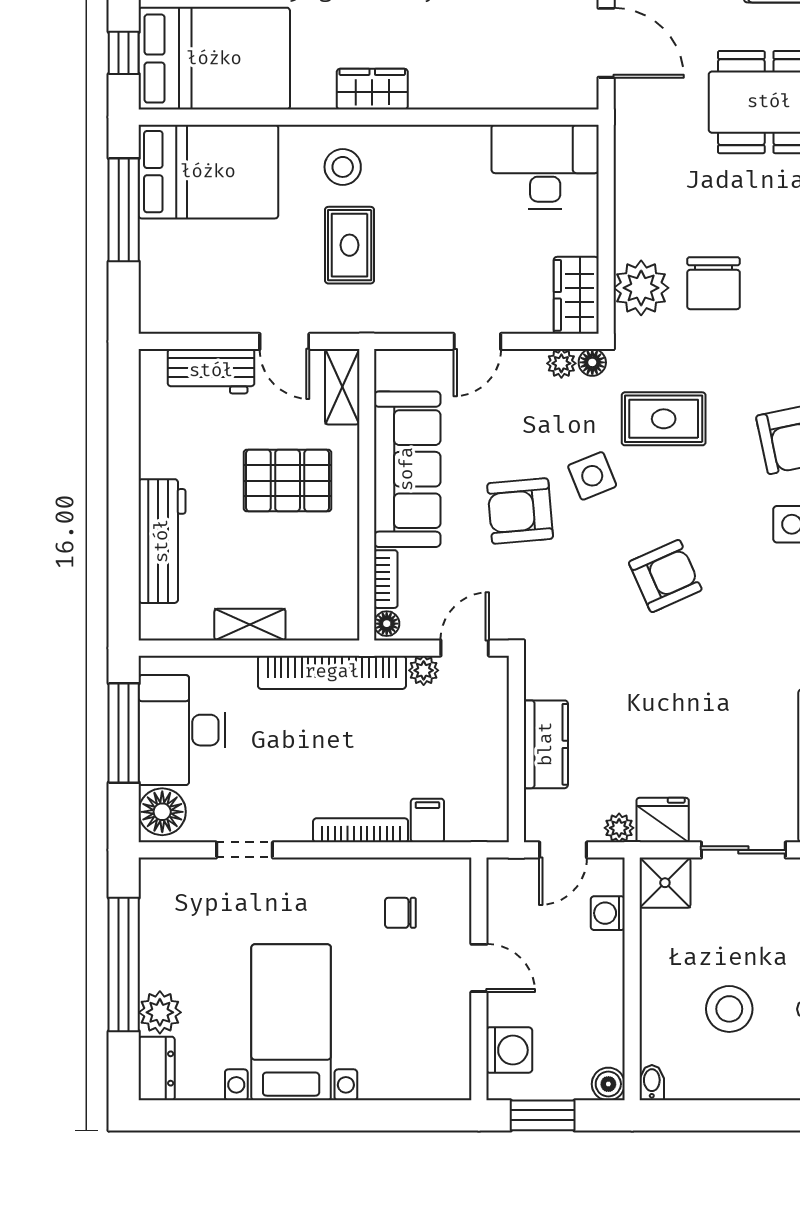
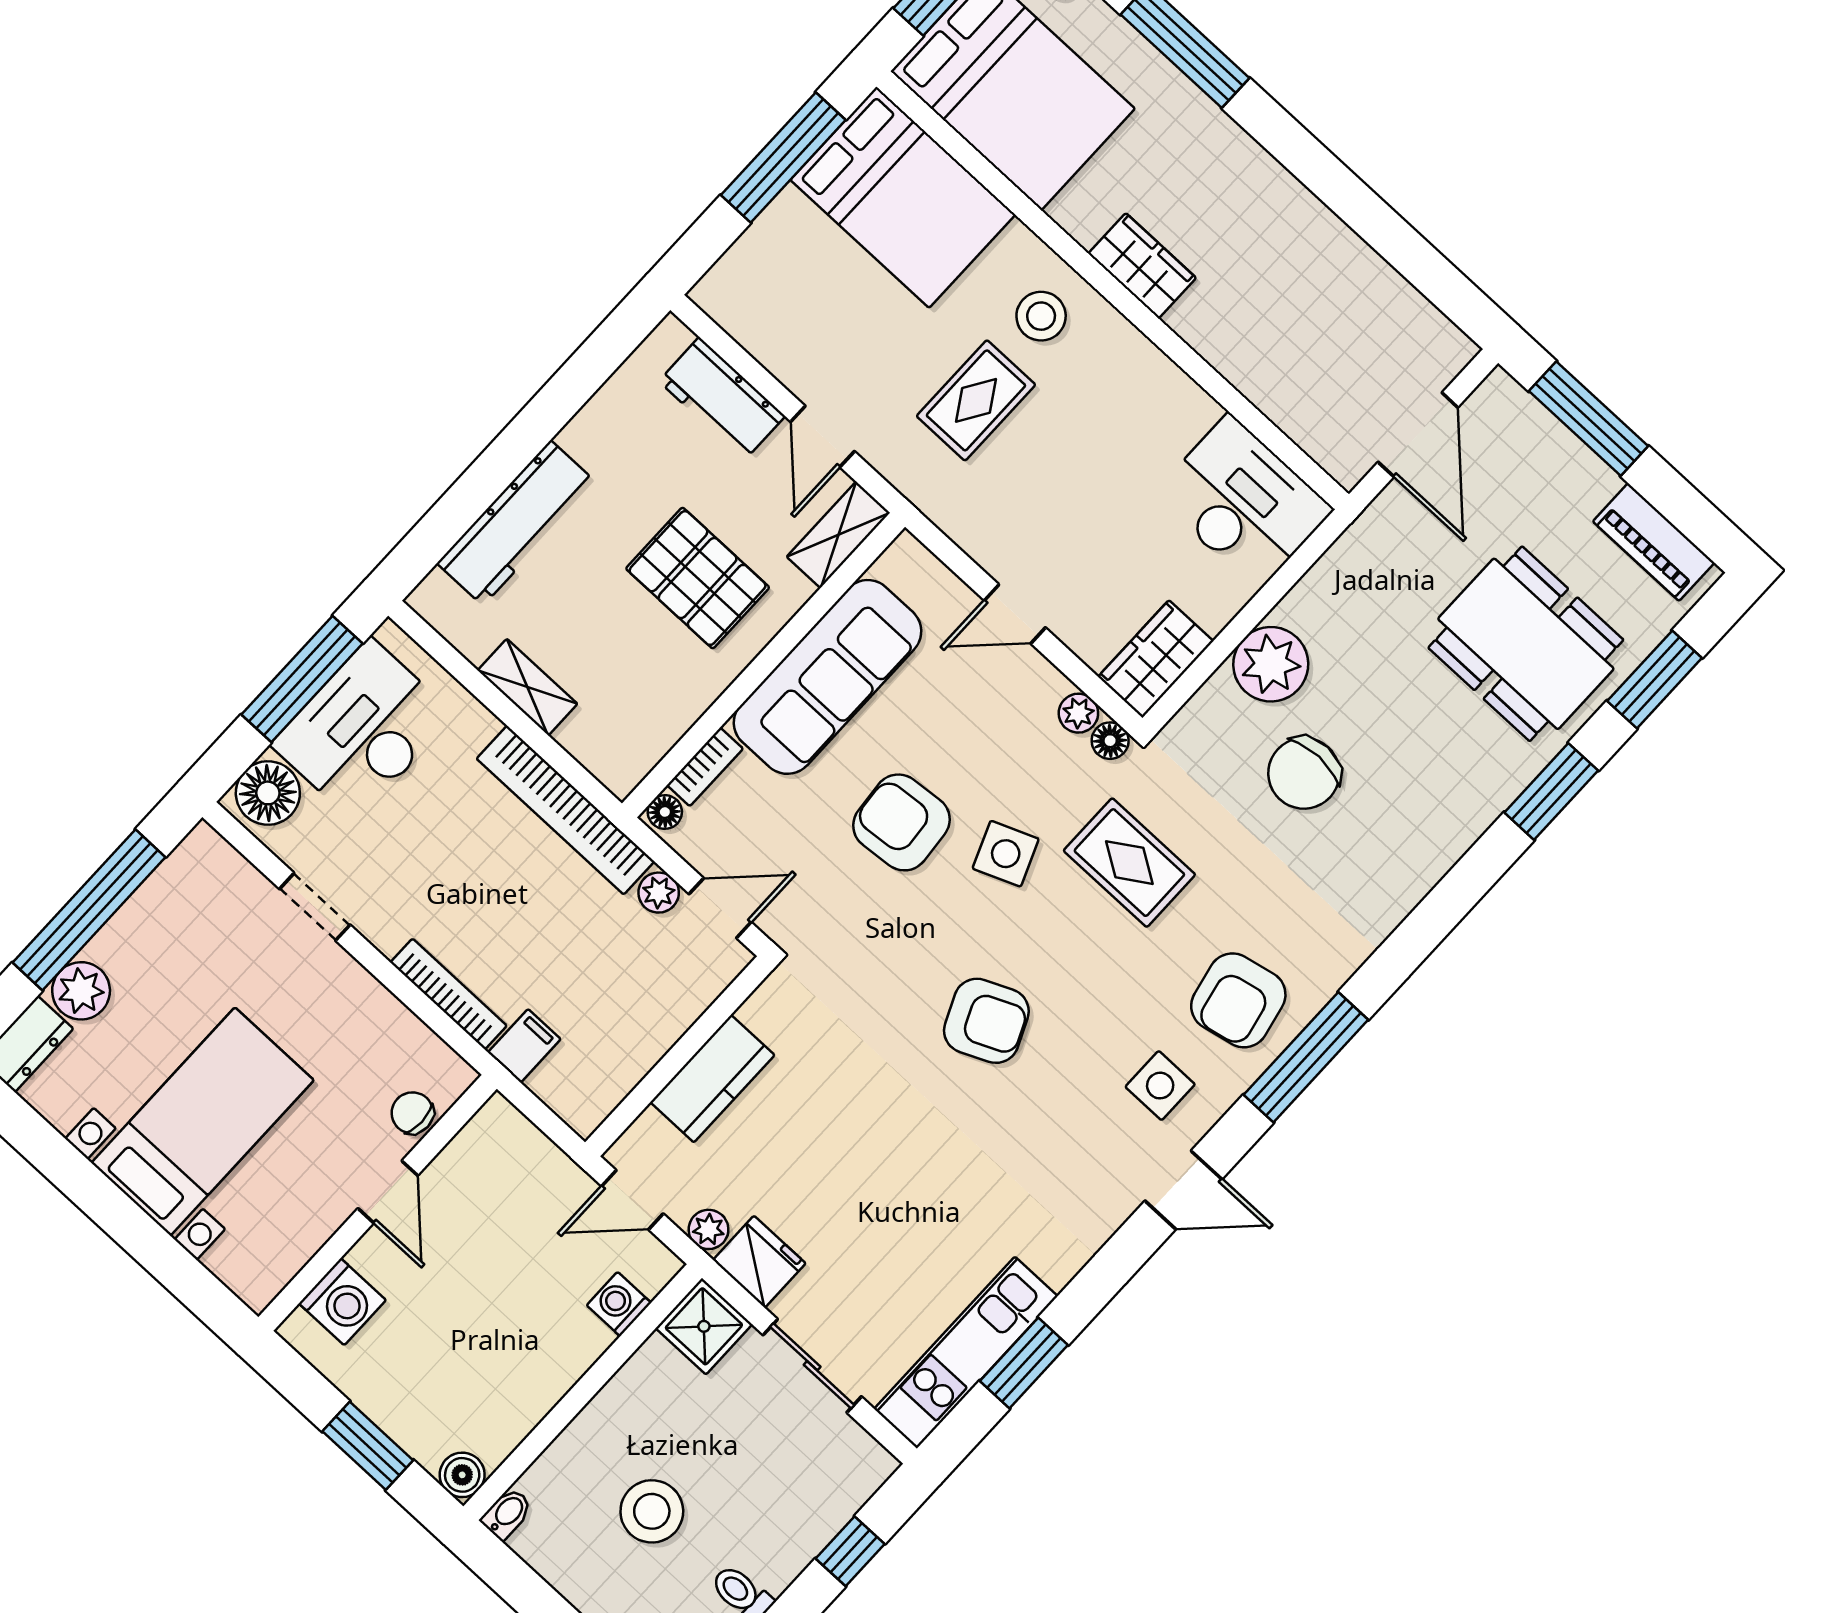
plant: (641, 288) -> (1271, 664), moved
door: (479, 968) -> (388, 1192), moved
wall: (479, 979) -> (378, 1203), moved
washing machine: (509, 1050) -> (342, 1302), moved

